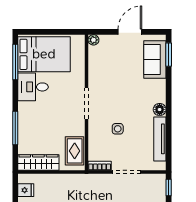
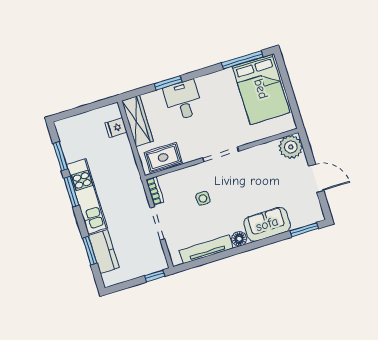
plant: (93, 40) -> (291, 147), width x1.88, depth x1.88
sofa: (155, 60) -> (267, 224), moved
desk: (33, 87) -> (183, 100), moved
window: (15, 128) -> (168, 83), width x0.69
fridge: (26, 190) -> (116, 128), moved, turned 90

